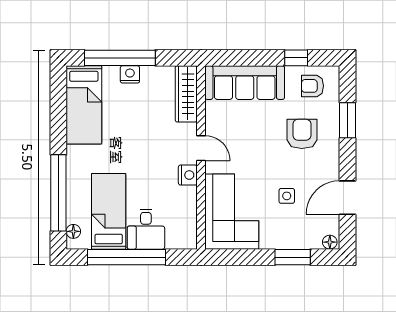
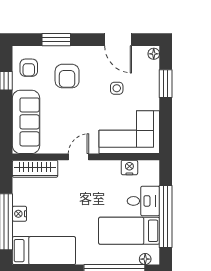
armchair: (302, 134) -> (67, 76), turned -90
nightstand: (188, 175) -> (129, 167), moved

